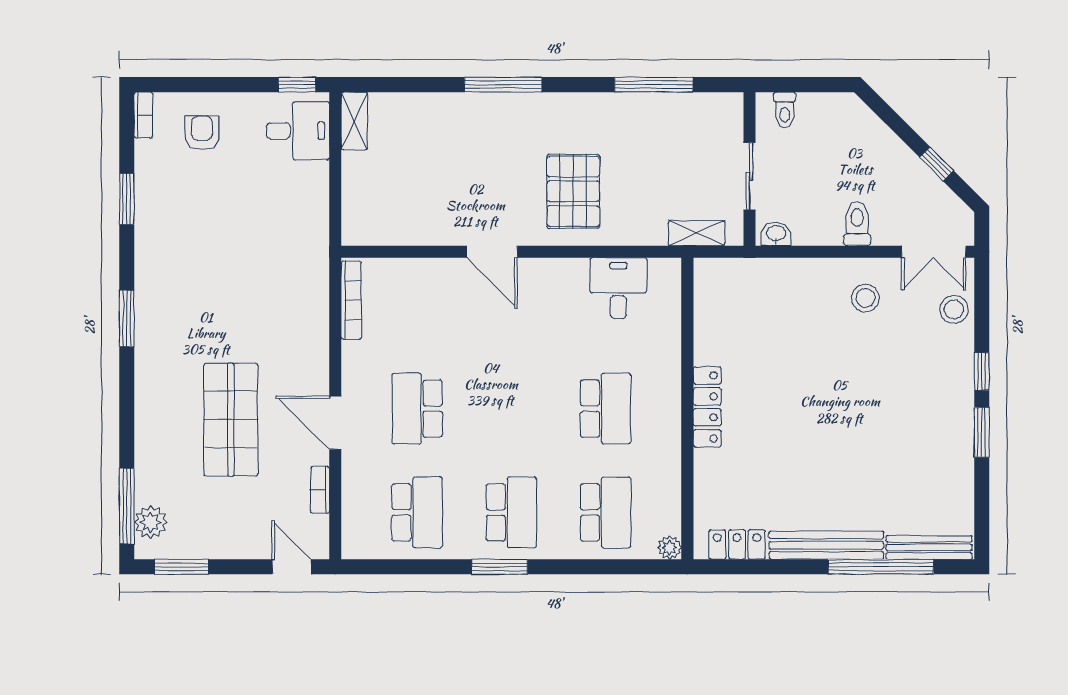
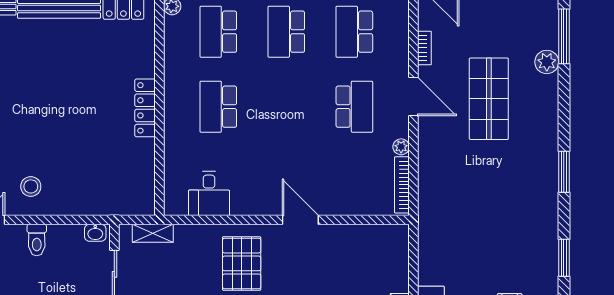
plant: (352, 353) -> (401, 147), added
plant: (151, 522) -> (547, 62), moved

